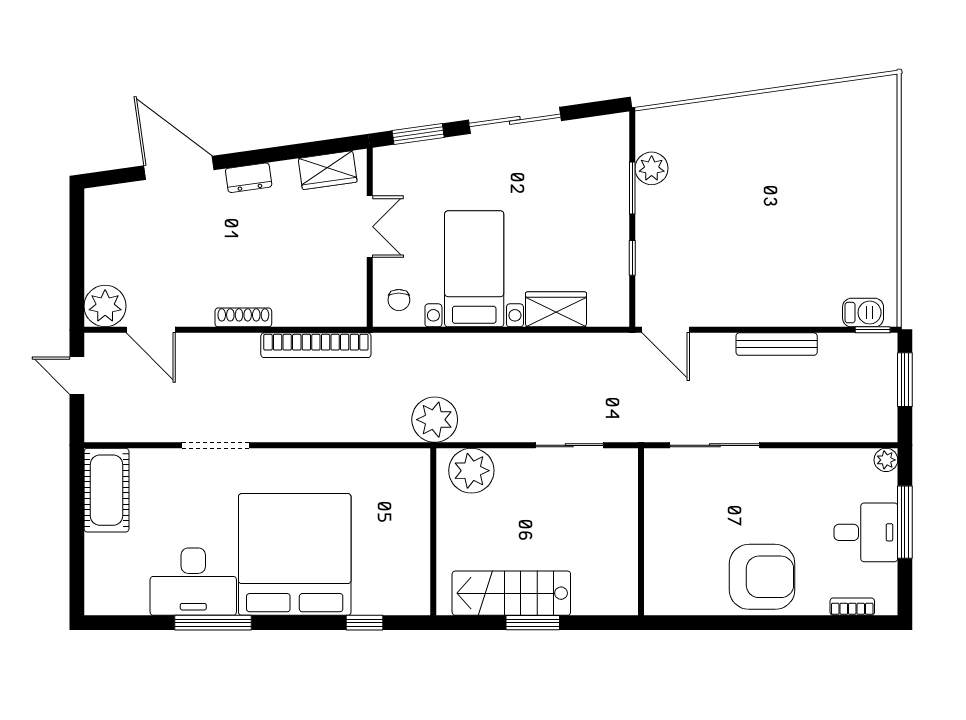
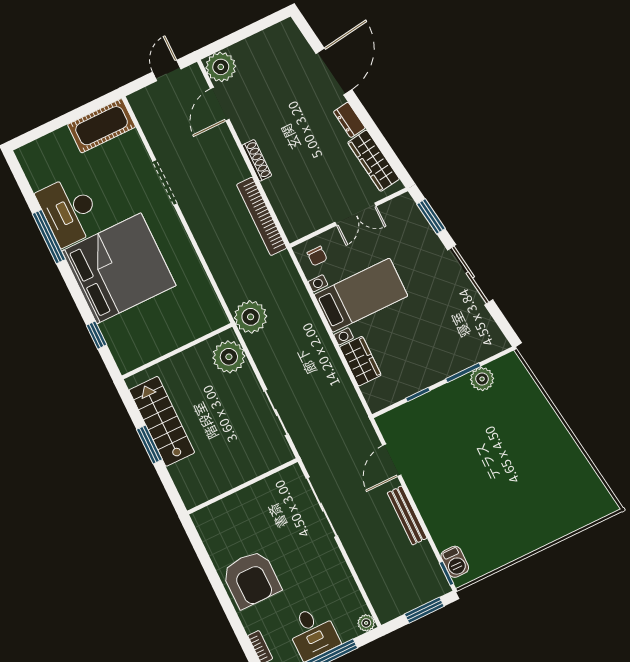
wardrobe: (328, 170) -> (374, 161), width x1.50
chair: (399, 300) -> (317, 256), turned -90
door: (666, 330) -> (392, 460), moved

